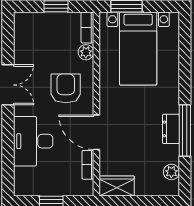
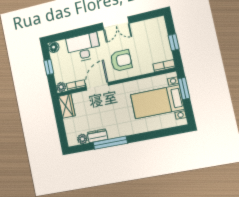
plant: (86, 52) -> (61, 87), moved
dresser: (171, 129) -> (97, 136), moved
floor lamp: (22, 188) -> (54, 47), added

